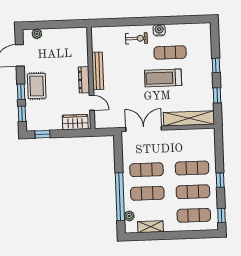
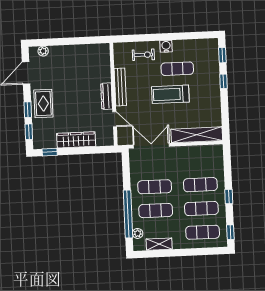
bench: (98, 71) -> (120, 87), moved
wall: (91, 78) -> (113, 94), moved
dresser: (84, 80) -> (107, 96), moved
window: (217, 95) -> (222, 55), moved
door: (92, 103) -> (115, 119), moved
wardrobe: (75, 122) -> (76, 140), width x1.50

